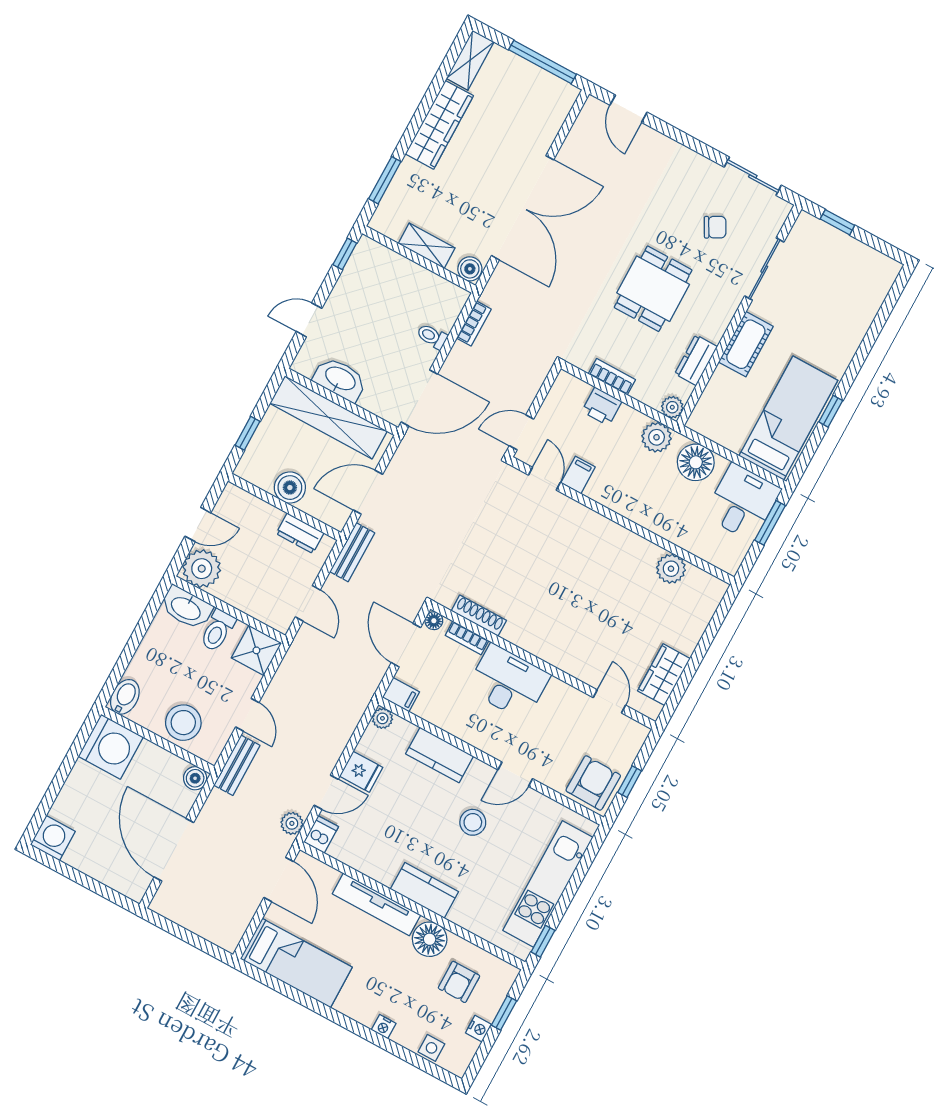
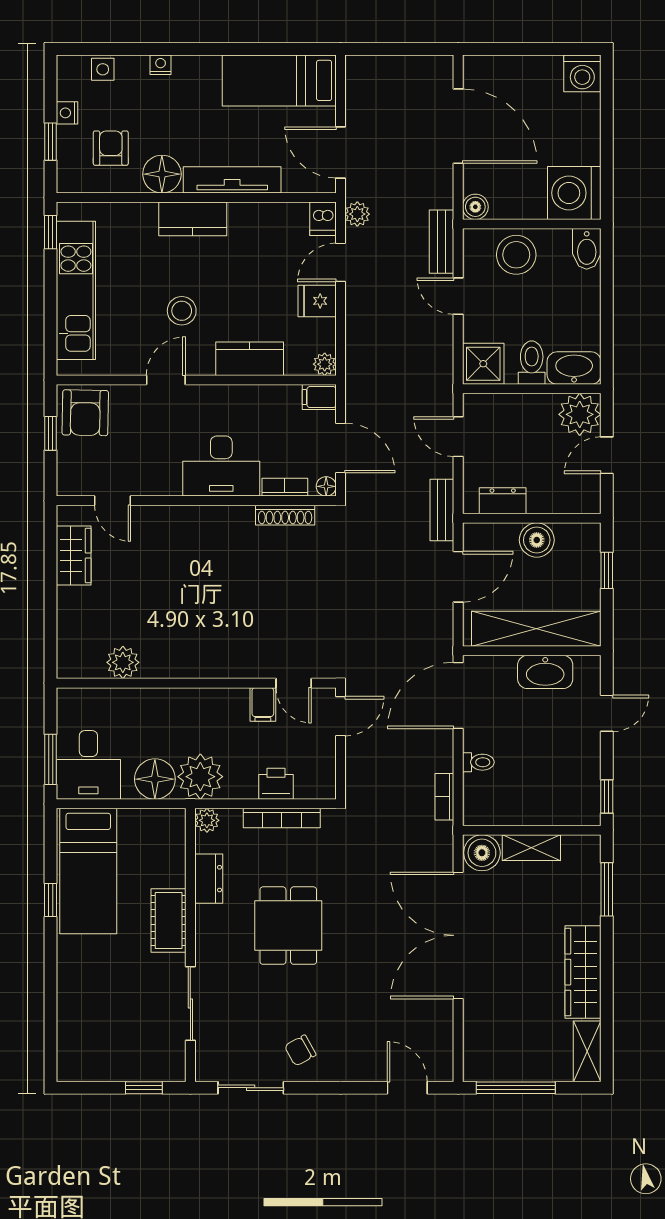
chair: (715, 227) -> (300, 1050), moved
boiler: (470, 269) -> (482, 853), width x1.36, depth x1.36
bookcase: (612, 377) -> (282, 818), width x1.56
plant: (657, 437) -> (200, 777), width x1.36, depth x1.36

